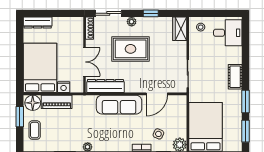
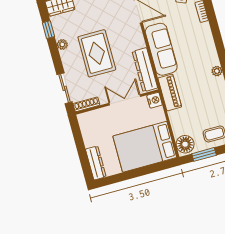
window: (151, 13) -> (48, 30), moved
plant: (132, 22) -> (62, 44), moved
nightstand: (64, 87) -> (155, 100), moved
piano: (57, 102) -> (170, 92), moved

